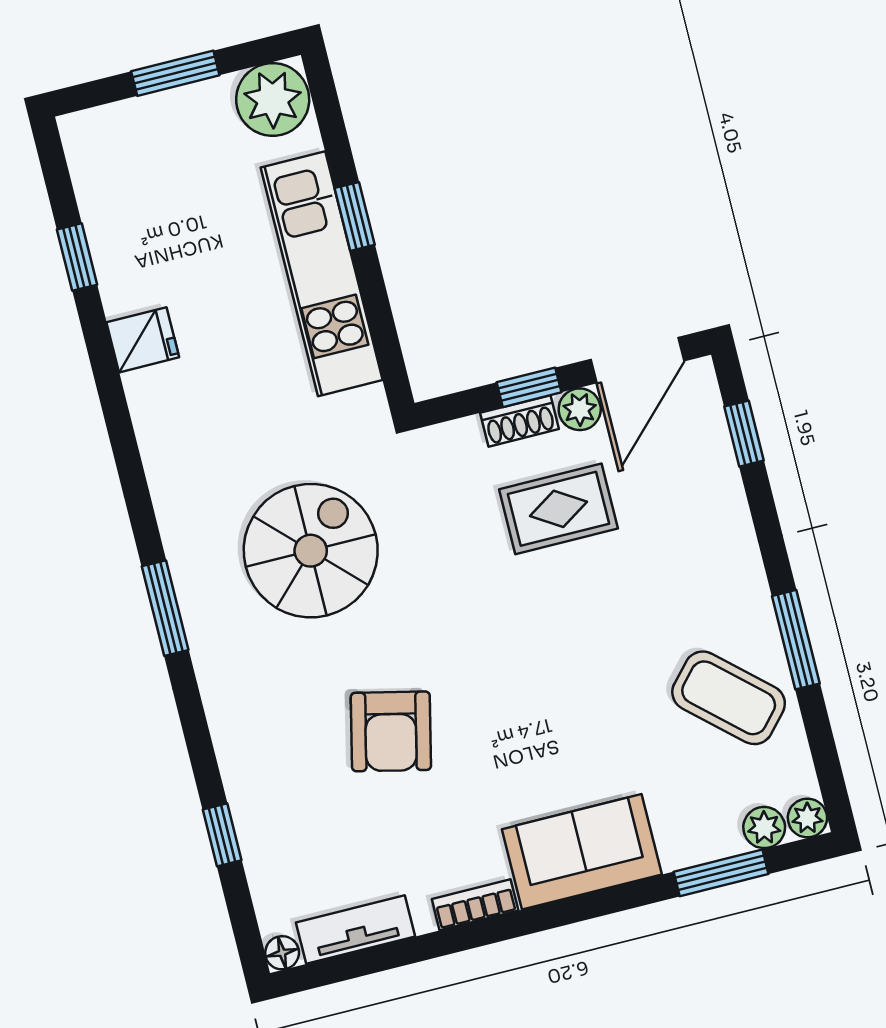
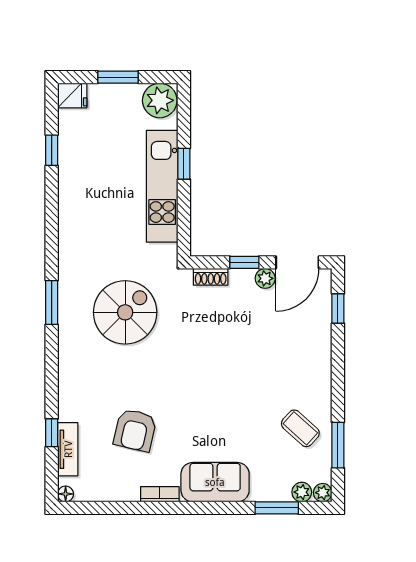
fridge: (143, 340) -> (72, 95), moved
shoe rack: (519, 421) -> (211, 277), moved
rug: (558, 509) -> (244, 322), removed
window: (165, 608) -> (52, 303), moved
window: (796, 640) -> (338, 445), moved
coffee table: (729, 698) -> (300, 428), width x0.73, depth x0.77
armchair: (391, 731) -> (135, 430), moved
tv unit: (355, 930) -> (68, 449), moved, turned 90

